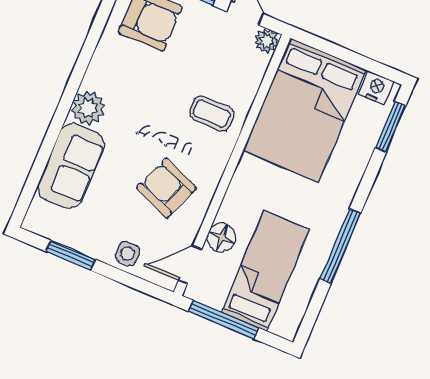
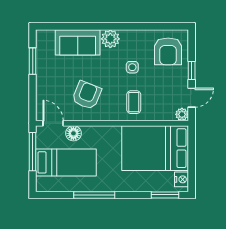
side table: (128, 254) -> (132, 67), moved

